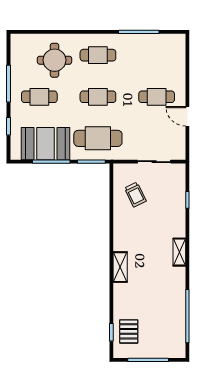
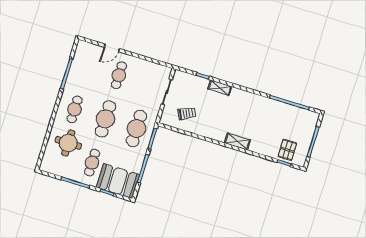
cafe table: (98, 97) -> (105, 119), width x1.37, depth x1.35
door: (187, 116) -> (112, 48), moved
booth: (46, 144) -> (118, 181), moved, turned 90
shelving: (179, 252) -> (220, 88), moved
pallet: (129, 331) -> (287, 150), turned 90

